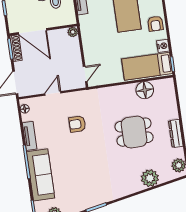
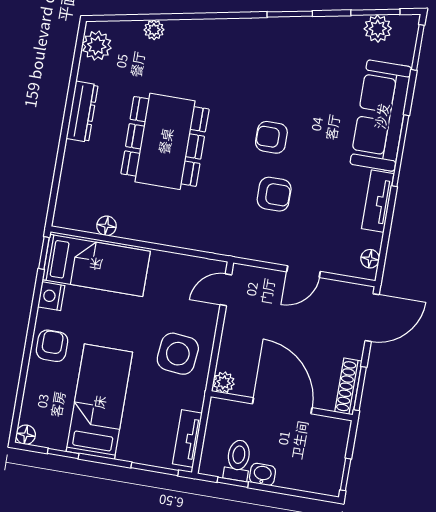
door: (32, 31) -> (282, 406), moved
side table: (98, 38) -> (178, 354), added
floor lamp: (145, 90) -> (107, 226), width x0.53, depth x0.53
dining table: (134, 132) -> (165, 141), width x1.38
armchair: (87, 149) -> (271, 137), added
plant: (150, 178) -> (154, 30), width x0.53, depth x0.53

